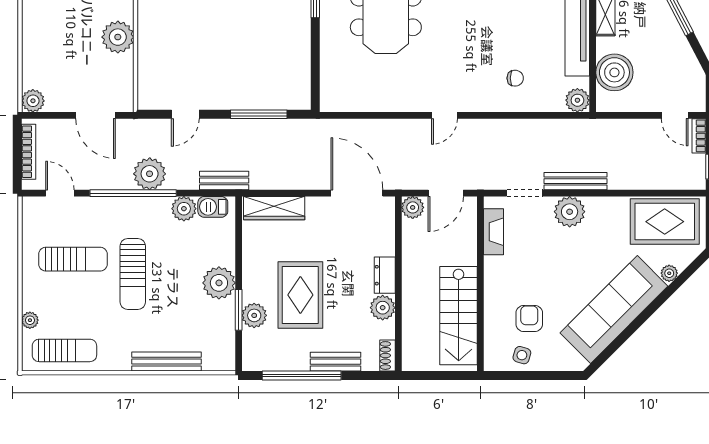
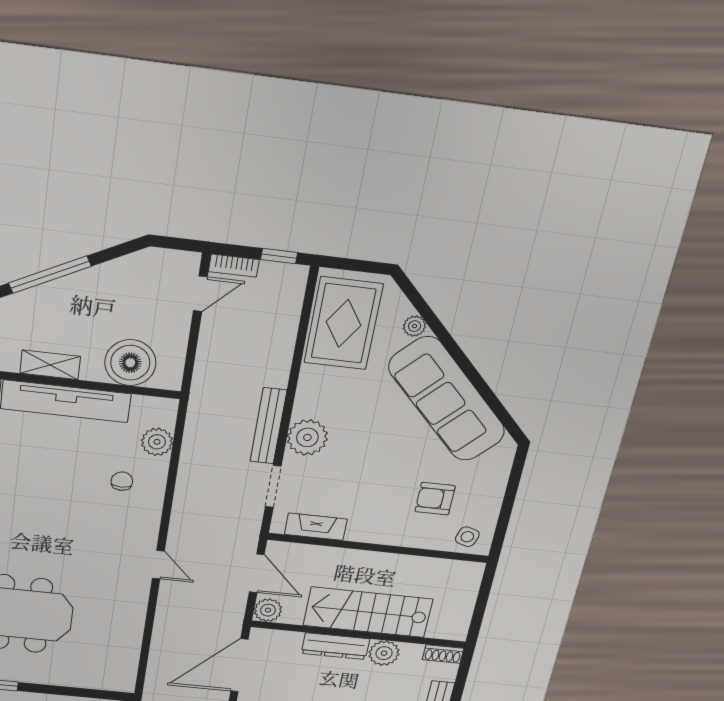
plant: (577, 100) -> (157, 442), moved
dresser: (385, 275) -> (335, 646), width x1.44
stairs: (459, 316) -> (368, 612), moved, turned 180
side table: (522, 355) -> (467, 537), moved

